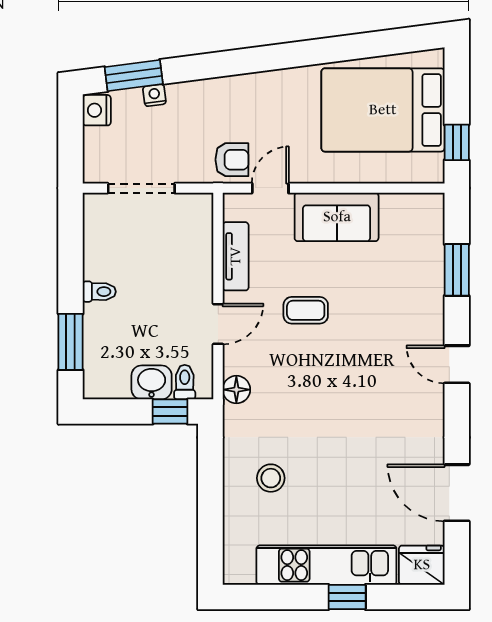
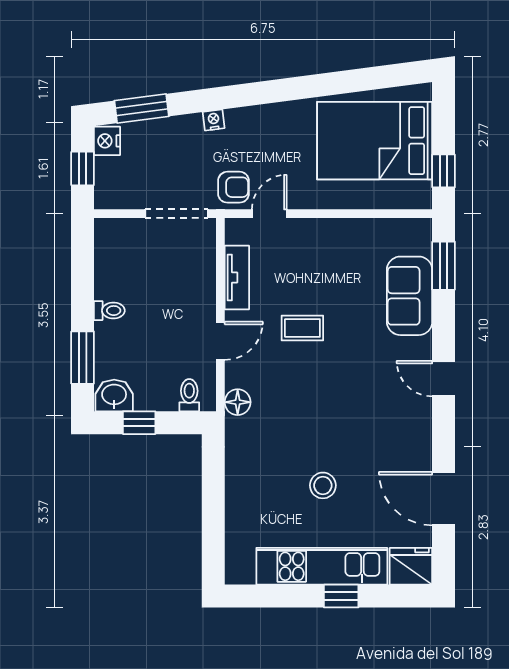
nightstand: (154, 95) -> (214, 120), moved
window: (71, 140) -> (83, 169), added
doorway: (141, 188) -> (176, 214), moved
sofa: (337, 217) -> (410, 296), moved, turned 90
window: (457, 270) -> (444, 266), moved
washbasin: (152, 382) -> (114, 395), moved
window: (170, 412) -> (139, 423), moved
stool: (271, 478) -> (323, 485), moved

